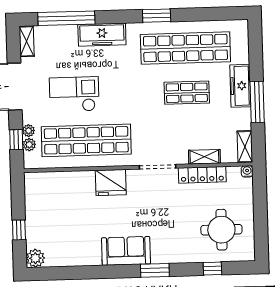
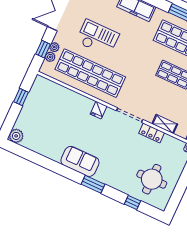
locker: (202, 175) -> (152, 133), width x0.66
fridge: (111, 182) -> (99, 110), width x0.53, depth x0.75
window: (19, 230) -> (21, 97), moved

